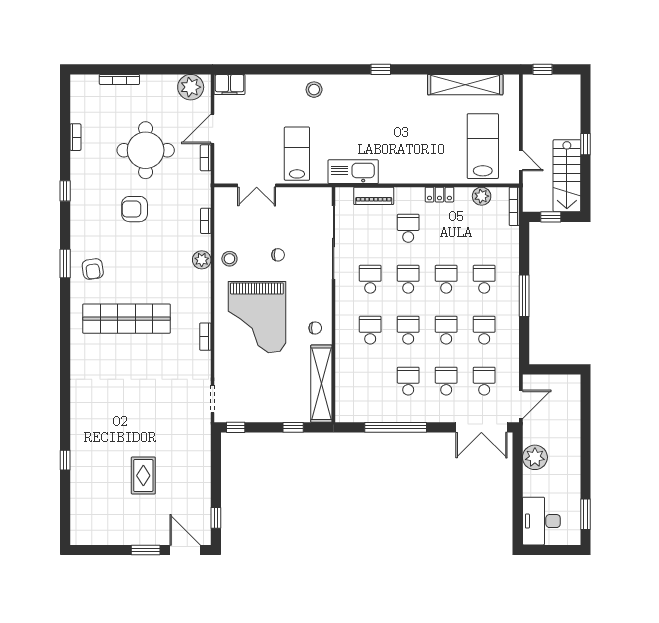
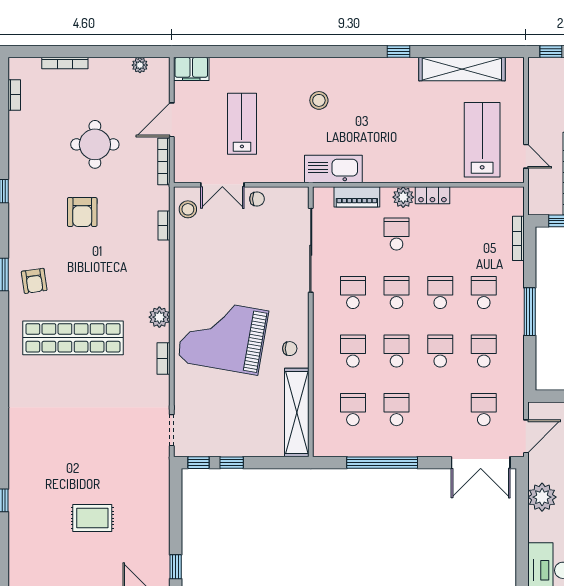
window: (381, 69) -> (399, 51), moved
plant: (191, 87) -> (140, 65), width x0.53, depth x0.53
stool: (314, 90) -> (319, 100), moved
bookcase: (75, 137) -> (14, 95), moved
round table: (146, 150) -> (95, 144), width x0.73, depth x0.73
lab bench: (297, 154) -> (242, 124), moved
bookcase: (206, 158) -> (164, 161), width x1.56
plant: (482, 196) -> (403, 197), moved
bookcase: (514, 206) -> (518, 238), moved
armchair: (135, 209) -> (82, 212), turned -90
chair: (278, 255) -> (257, 199), moved
stool: (229, 259) -> (188, 209), moved
plant: (202, 260) -> (159, 317), moved
grand piano: (257, 317) -> (223, 336), turned 100
school desk: (446, 381) -> (353, 410), moved
window: (293, 427) -> (232, 463), moved
rug: (143, 476) -> (92, 518), turned 90

